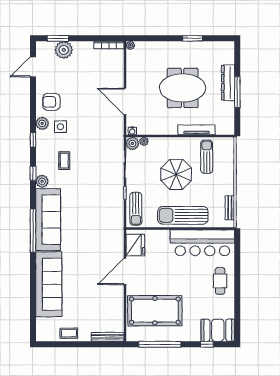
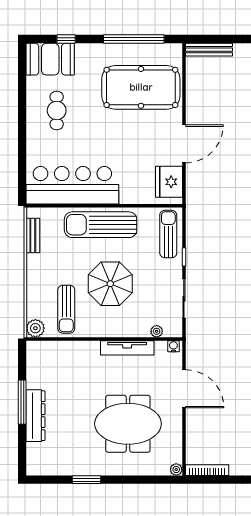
meeting table: (183, 88) -> (128, 424), moved
tv unit: (196, 130) -> (127, 348), moved
plant: (132, 143) -> (35, 328), moved
sun lounger: (183, 215) -> (101, 225), turned 180
cafe table: (220, 281) -> (57, 110), moved

